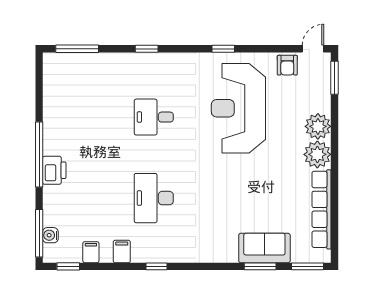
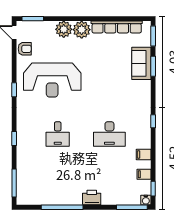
window: (39, 155) -> (62, 207), moved
water cooler: (50, 235) -> (146, 200), moved
window: (156, 266) -> (153, 121), moved

